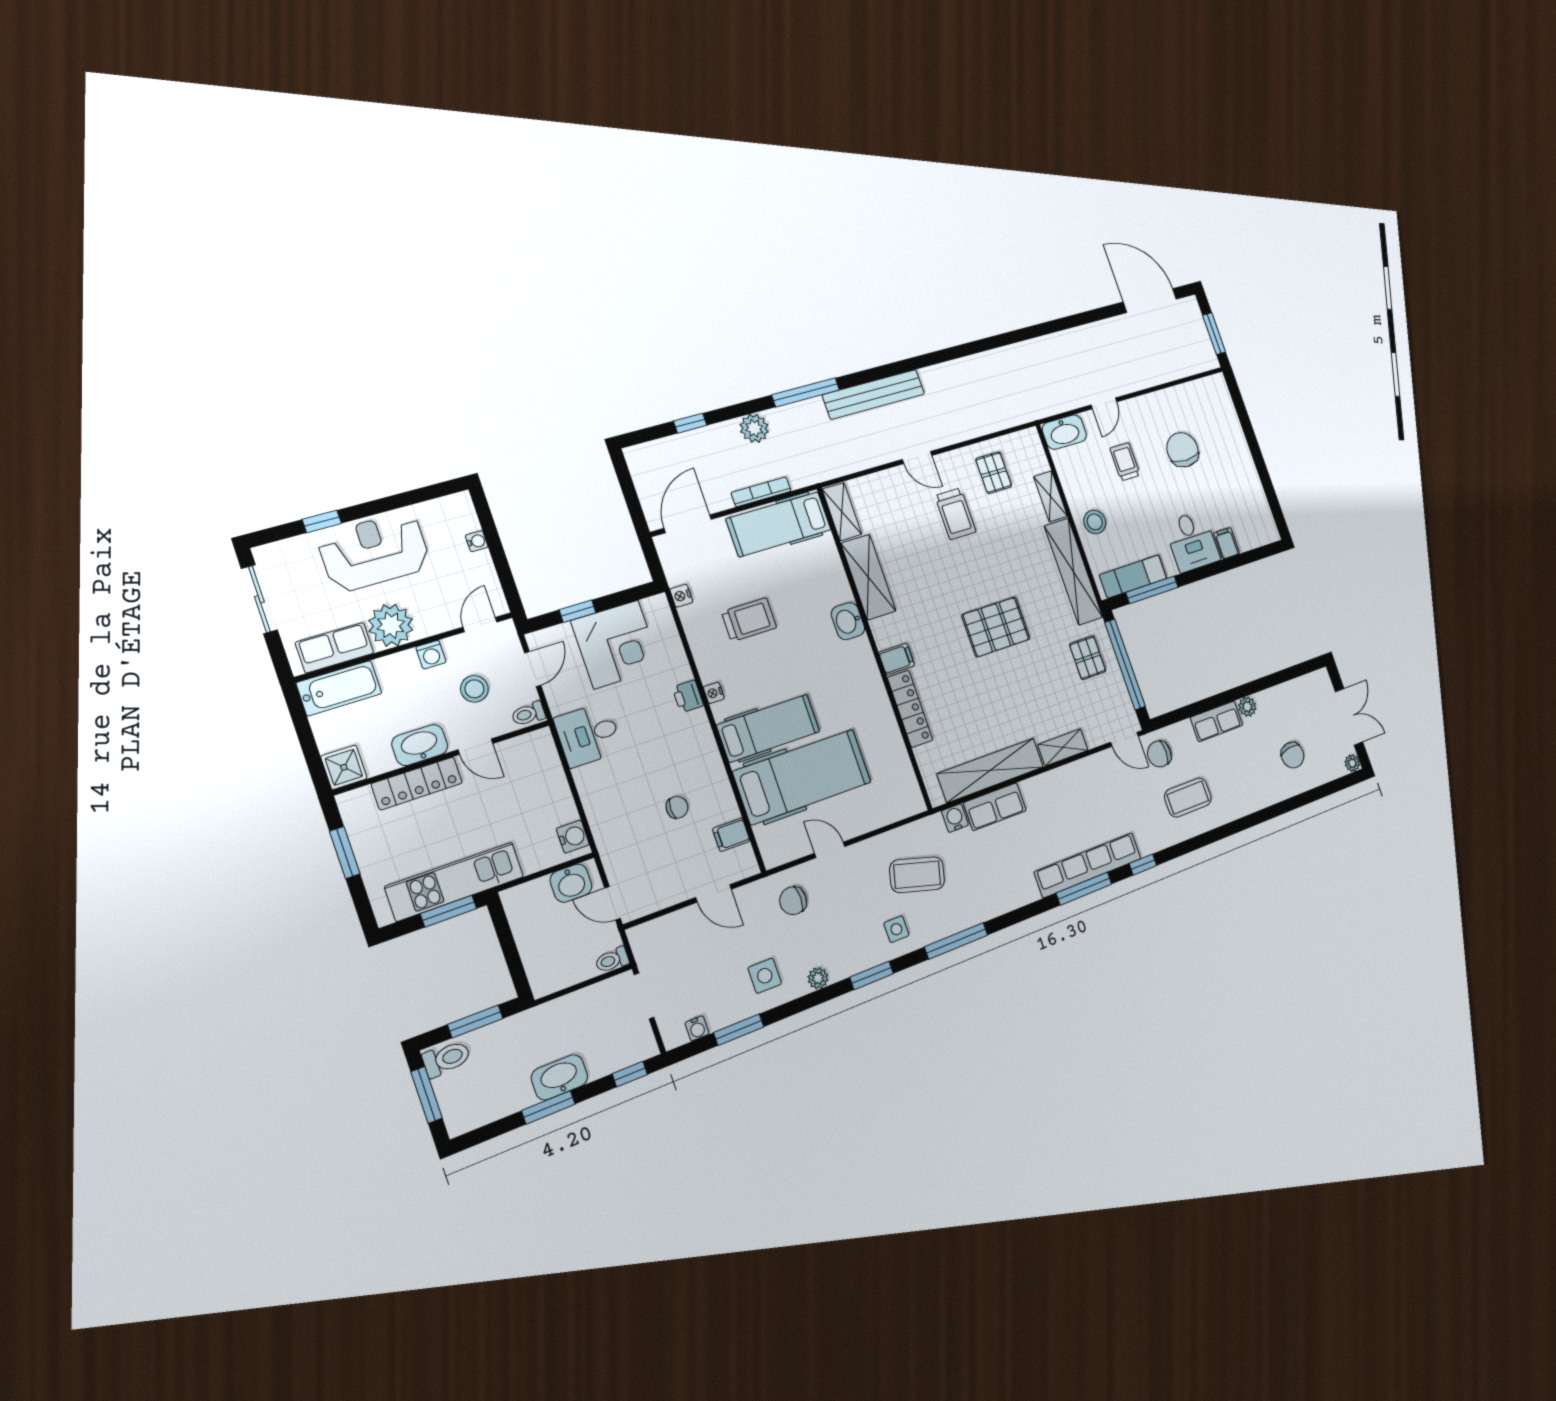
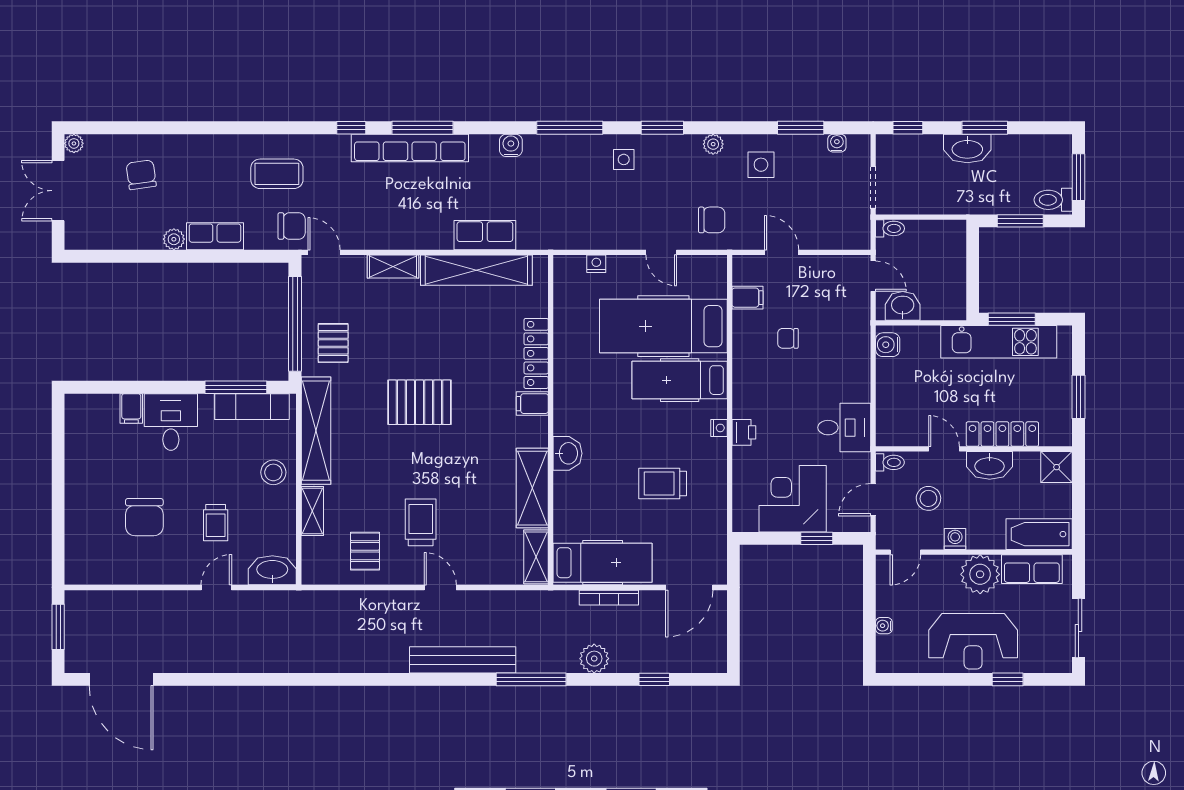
nightstand: (681, 596) -> (596, 264), moved, turned -90
water cooler: (955, 818) -> (511, 145), moved, turned 180
coffee table: (917, 875) -> (586, 201), removed

